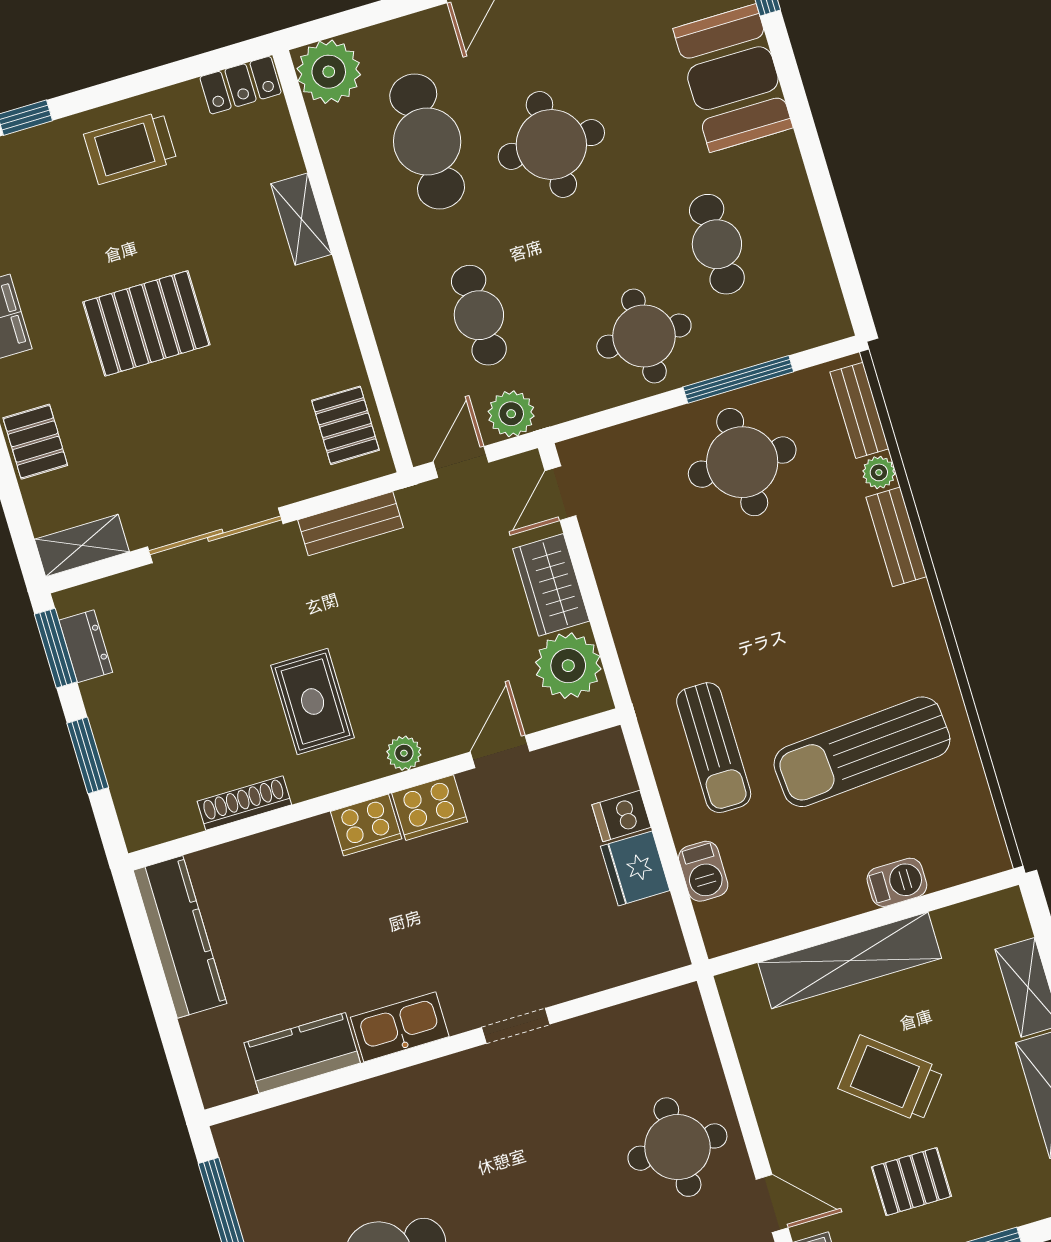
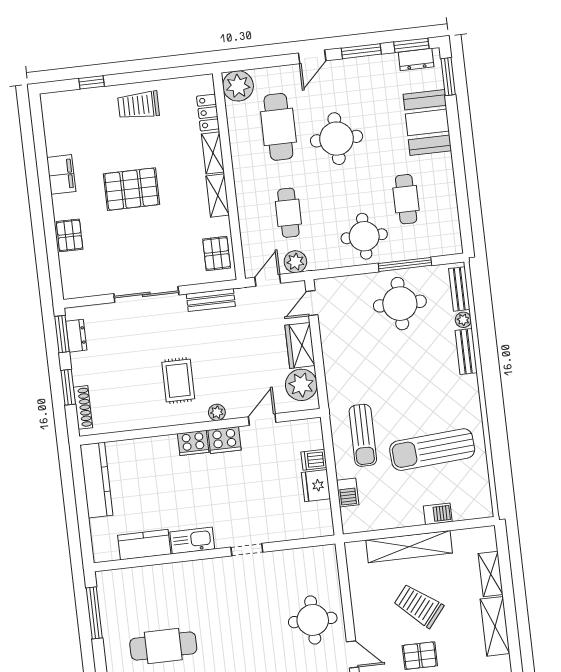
locker: (241, 85) -> (208, 113), moved, turned 90
shelving: (82, 545) -> (218, 195), moved, turned 90
shoe rack: (244, 803) -> (83, 407), moved, turned 90

